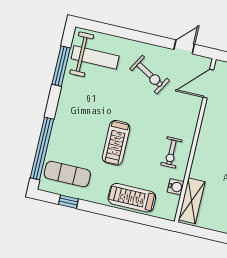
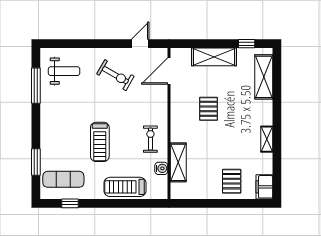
weight bench: (95, 57) -> (64, 71), width x0.73, depth x0.75
window: (42, 148) -> (36, 162), width x0.47
exercise bike: (171, 152) -> (150, 139), turned 180
shelving: (192, 201) -> (178, 162), moved

